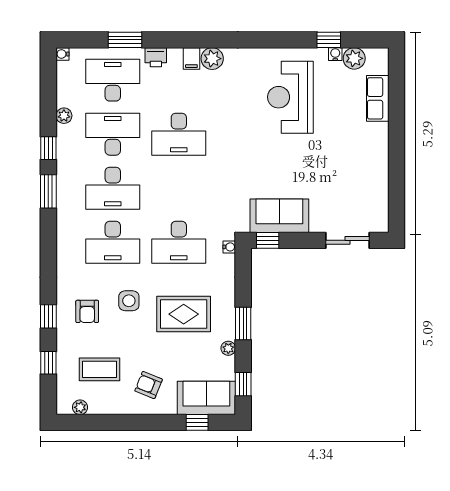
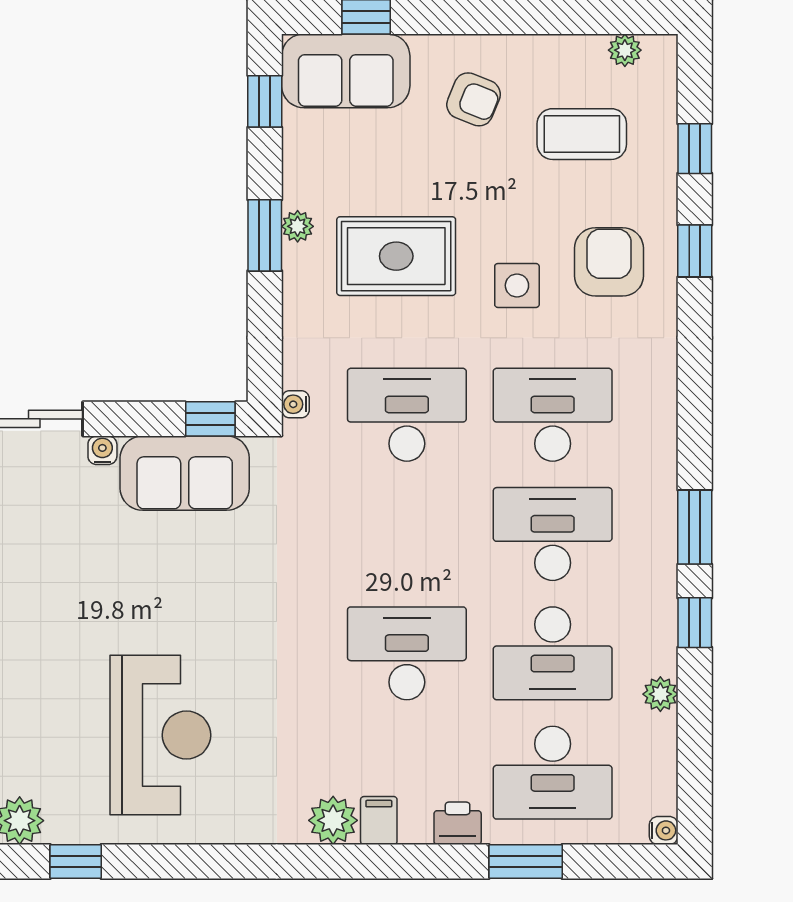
water cooler: (335, 54) -> (102, 450), moved, turned 180
armchair: (87, 311) -> (609, 262), width x1.38, depth x1.38
plant: (228, 348) -> (298, 226), moved

